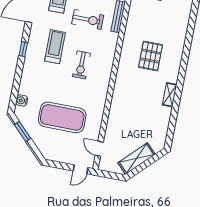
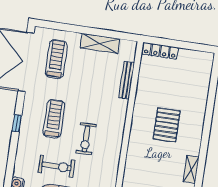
exercise bike: (88, 20) -> (57, 166), moved

